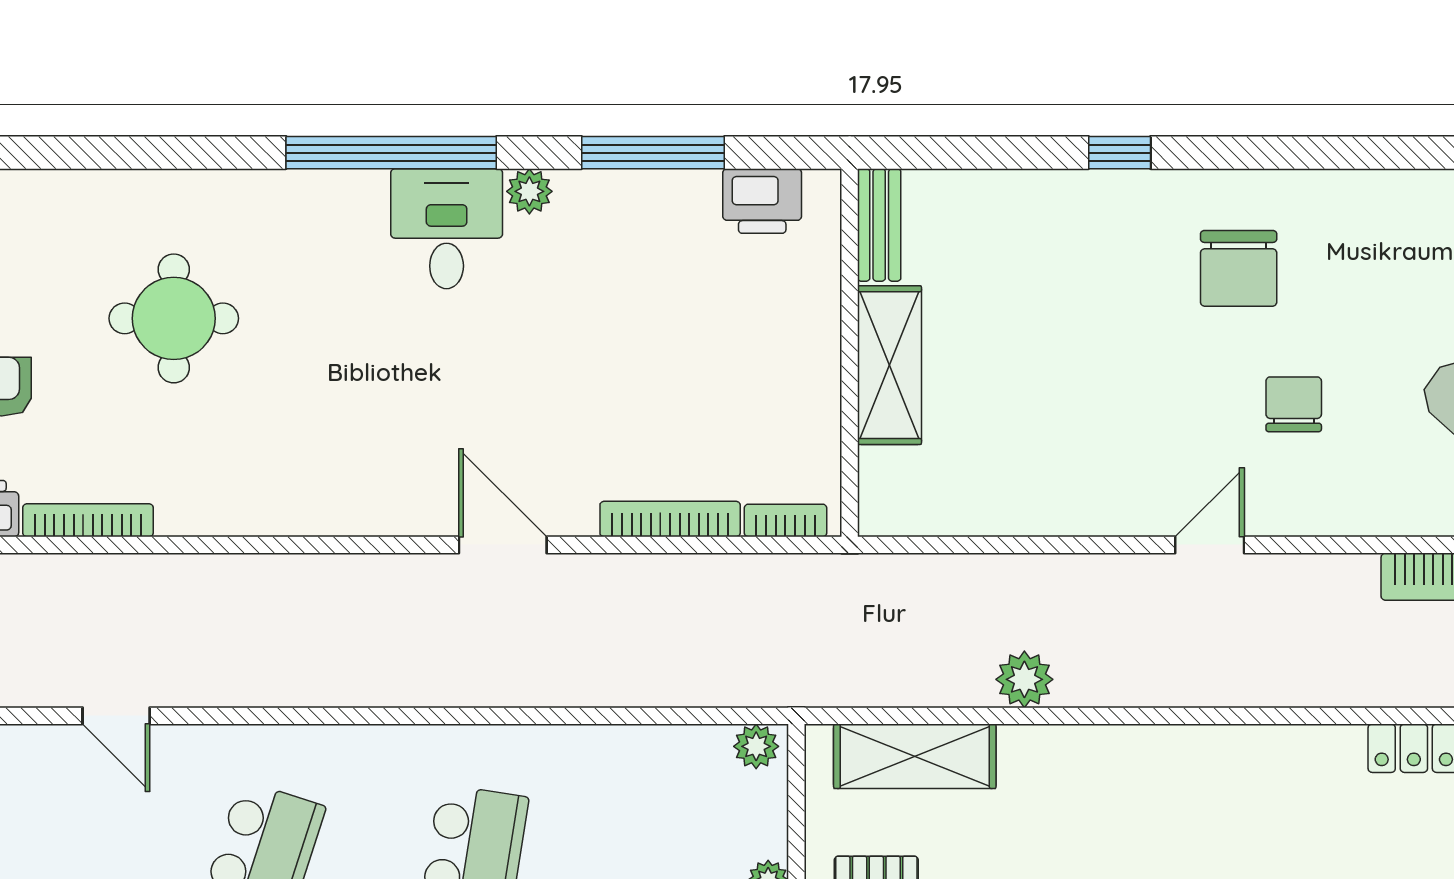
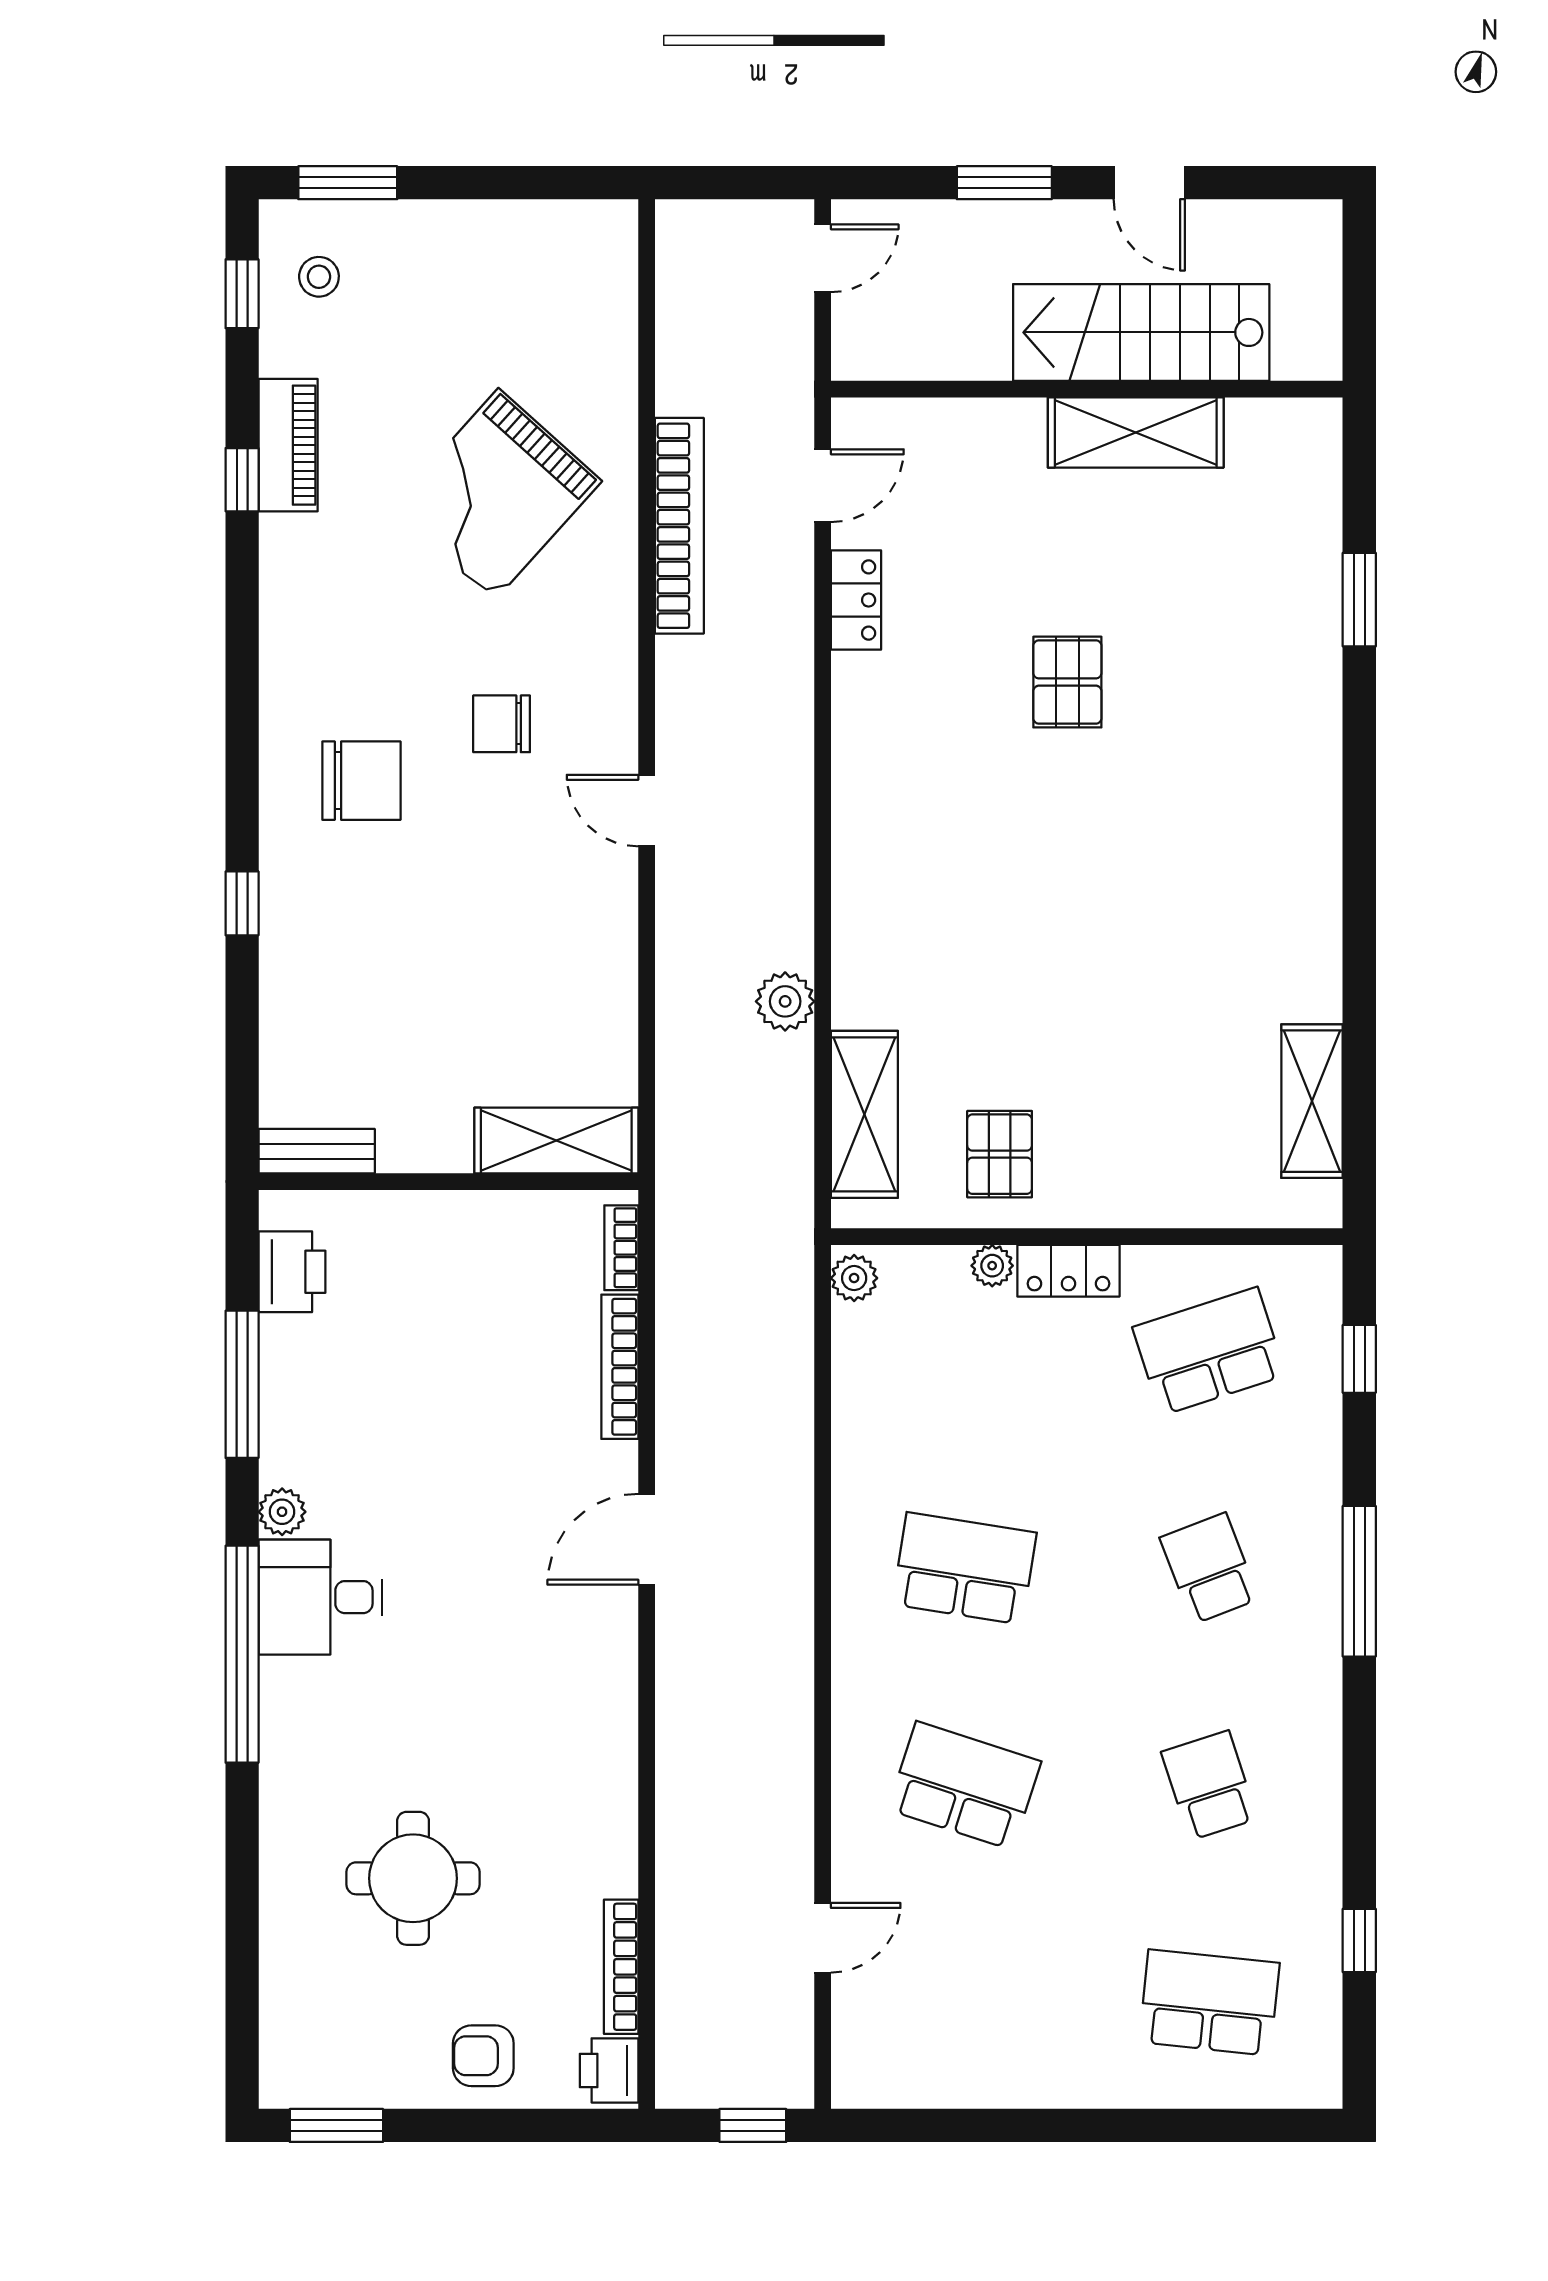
shelving: (889, 365) -> (556, 1141), moved

